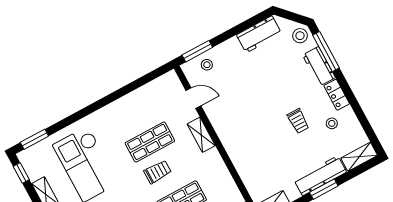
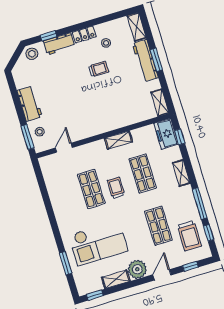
workbench: (259, 34) -> (30, 104), moved
window: (326, 52) -> (49, 36), width x0.46
shelving: (201, 135) -> (118, 140), moved
window: (34, 139) -> (66, 263), moved

